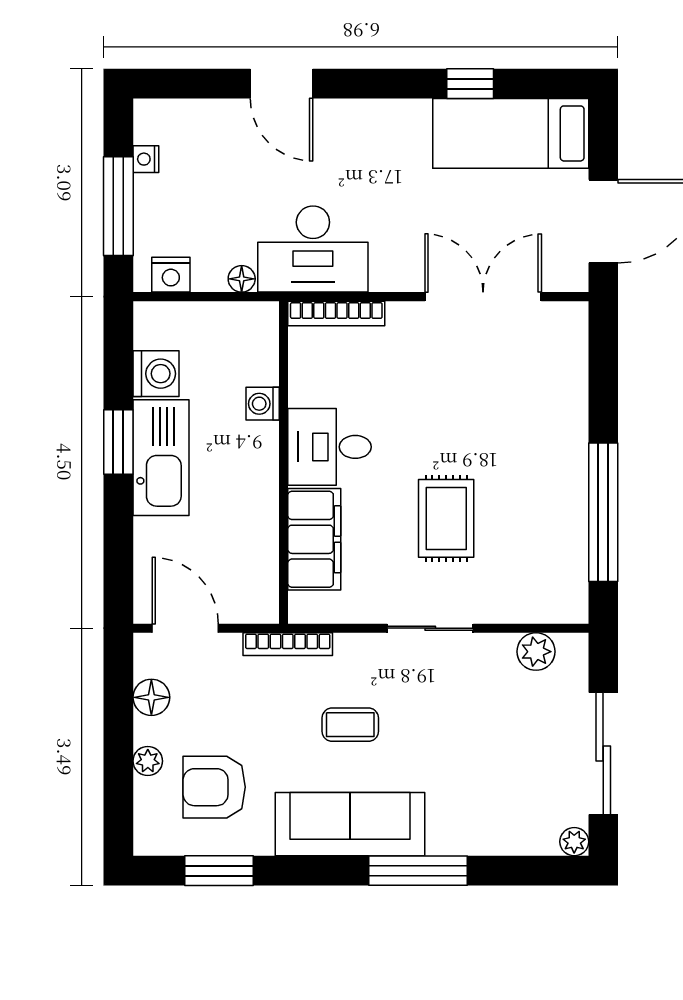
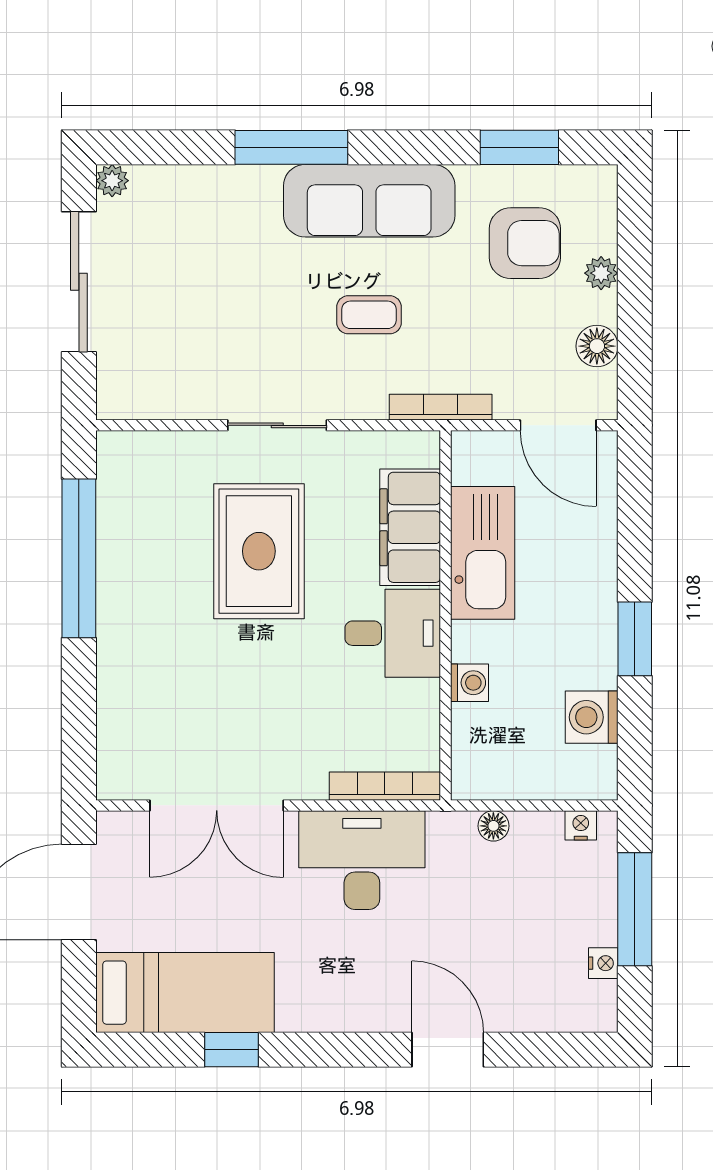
desk: (313, 249) -> (362, 860), moved
nightstand: (171, 275) -> (581, 825), width x0.72, depth x0.74
kitchen sink: (161, 458) -> (483, 553), moved, turned 180
rug: (446, 518) -> (259, 551), width x1.36, depth x1.43
plant: (536, 652) -> (156, 399), removed

